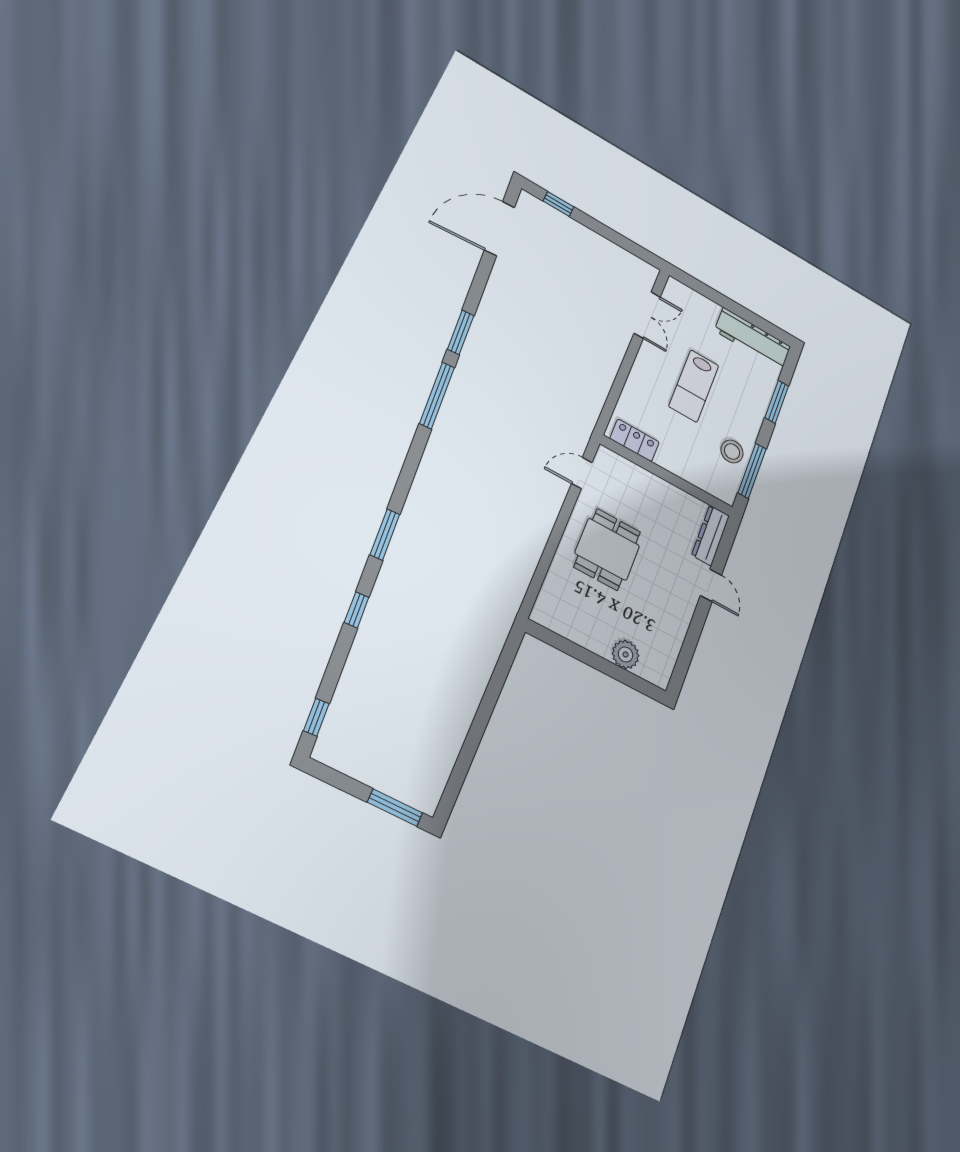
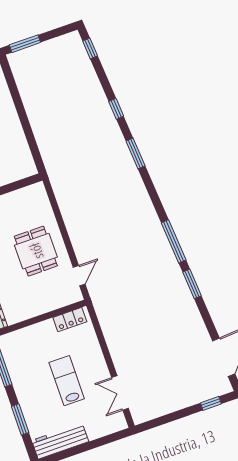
stool: (732, 452) -> (20, 367), removed

